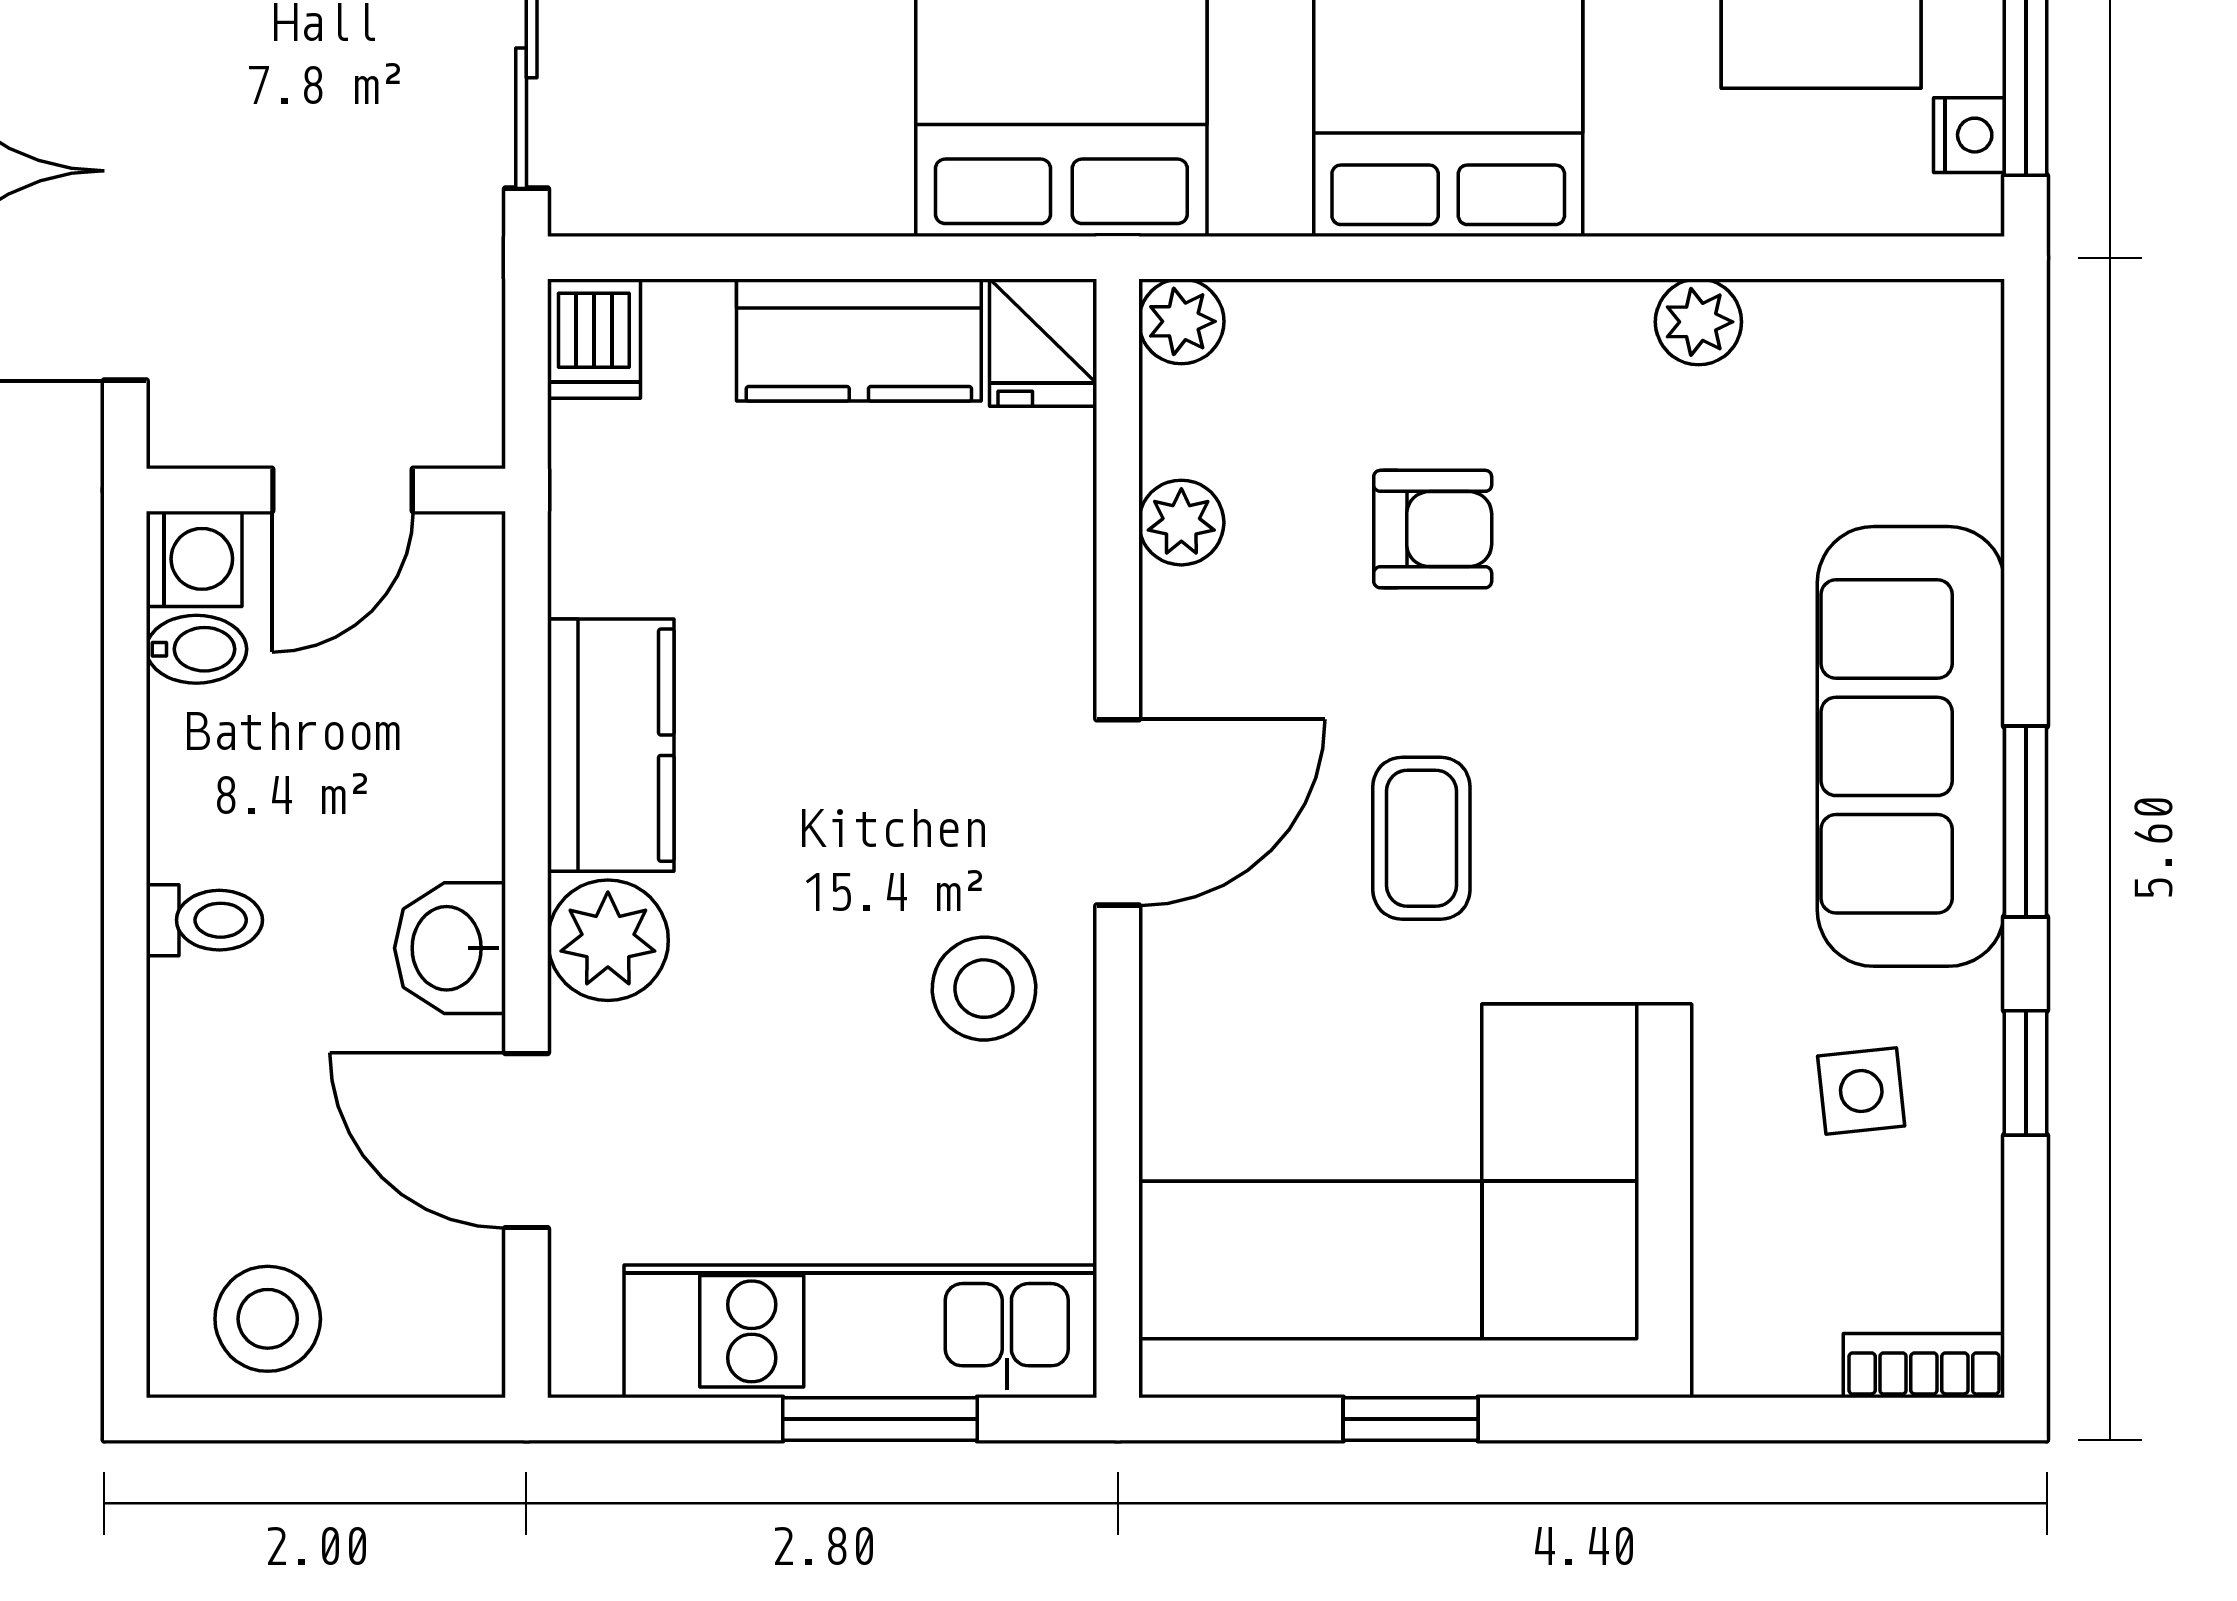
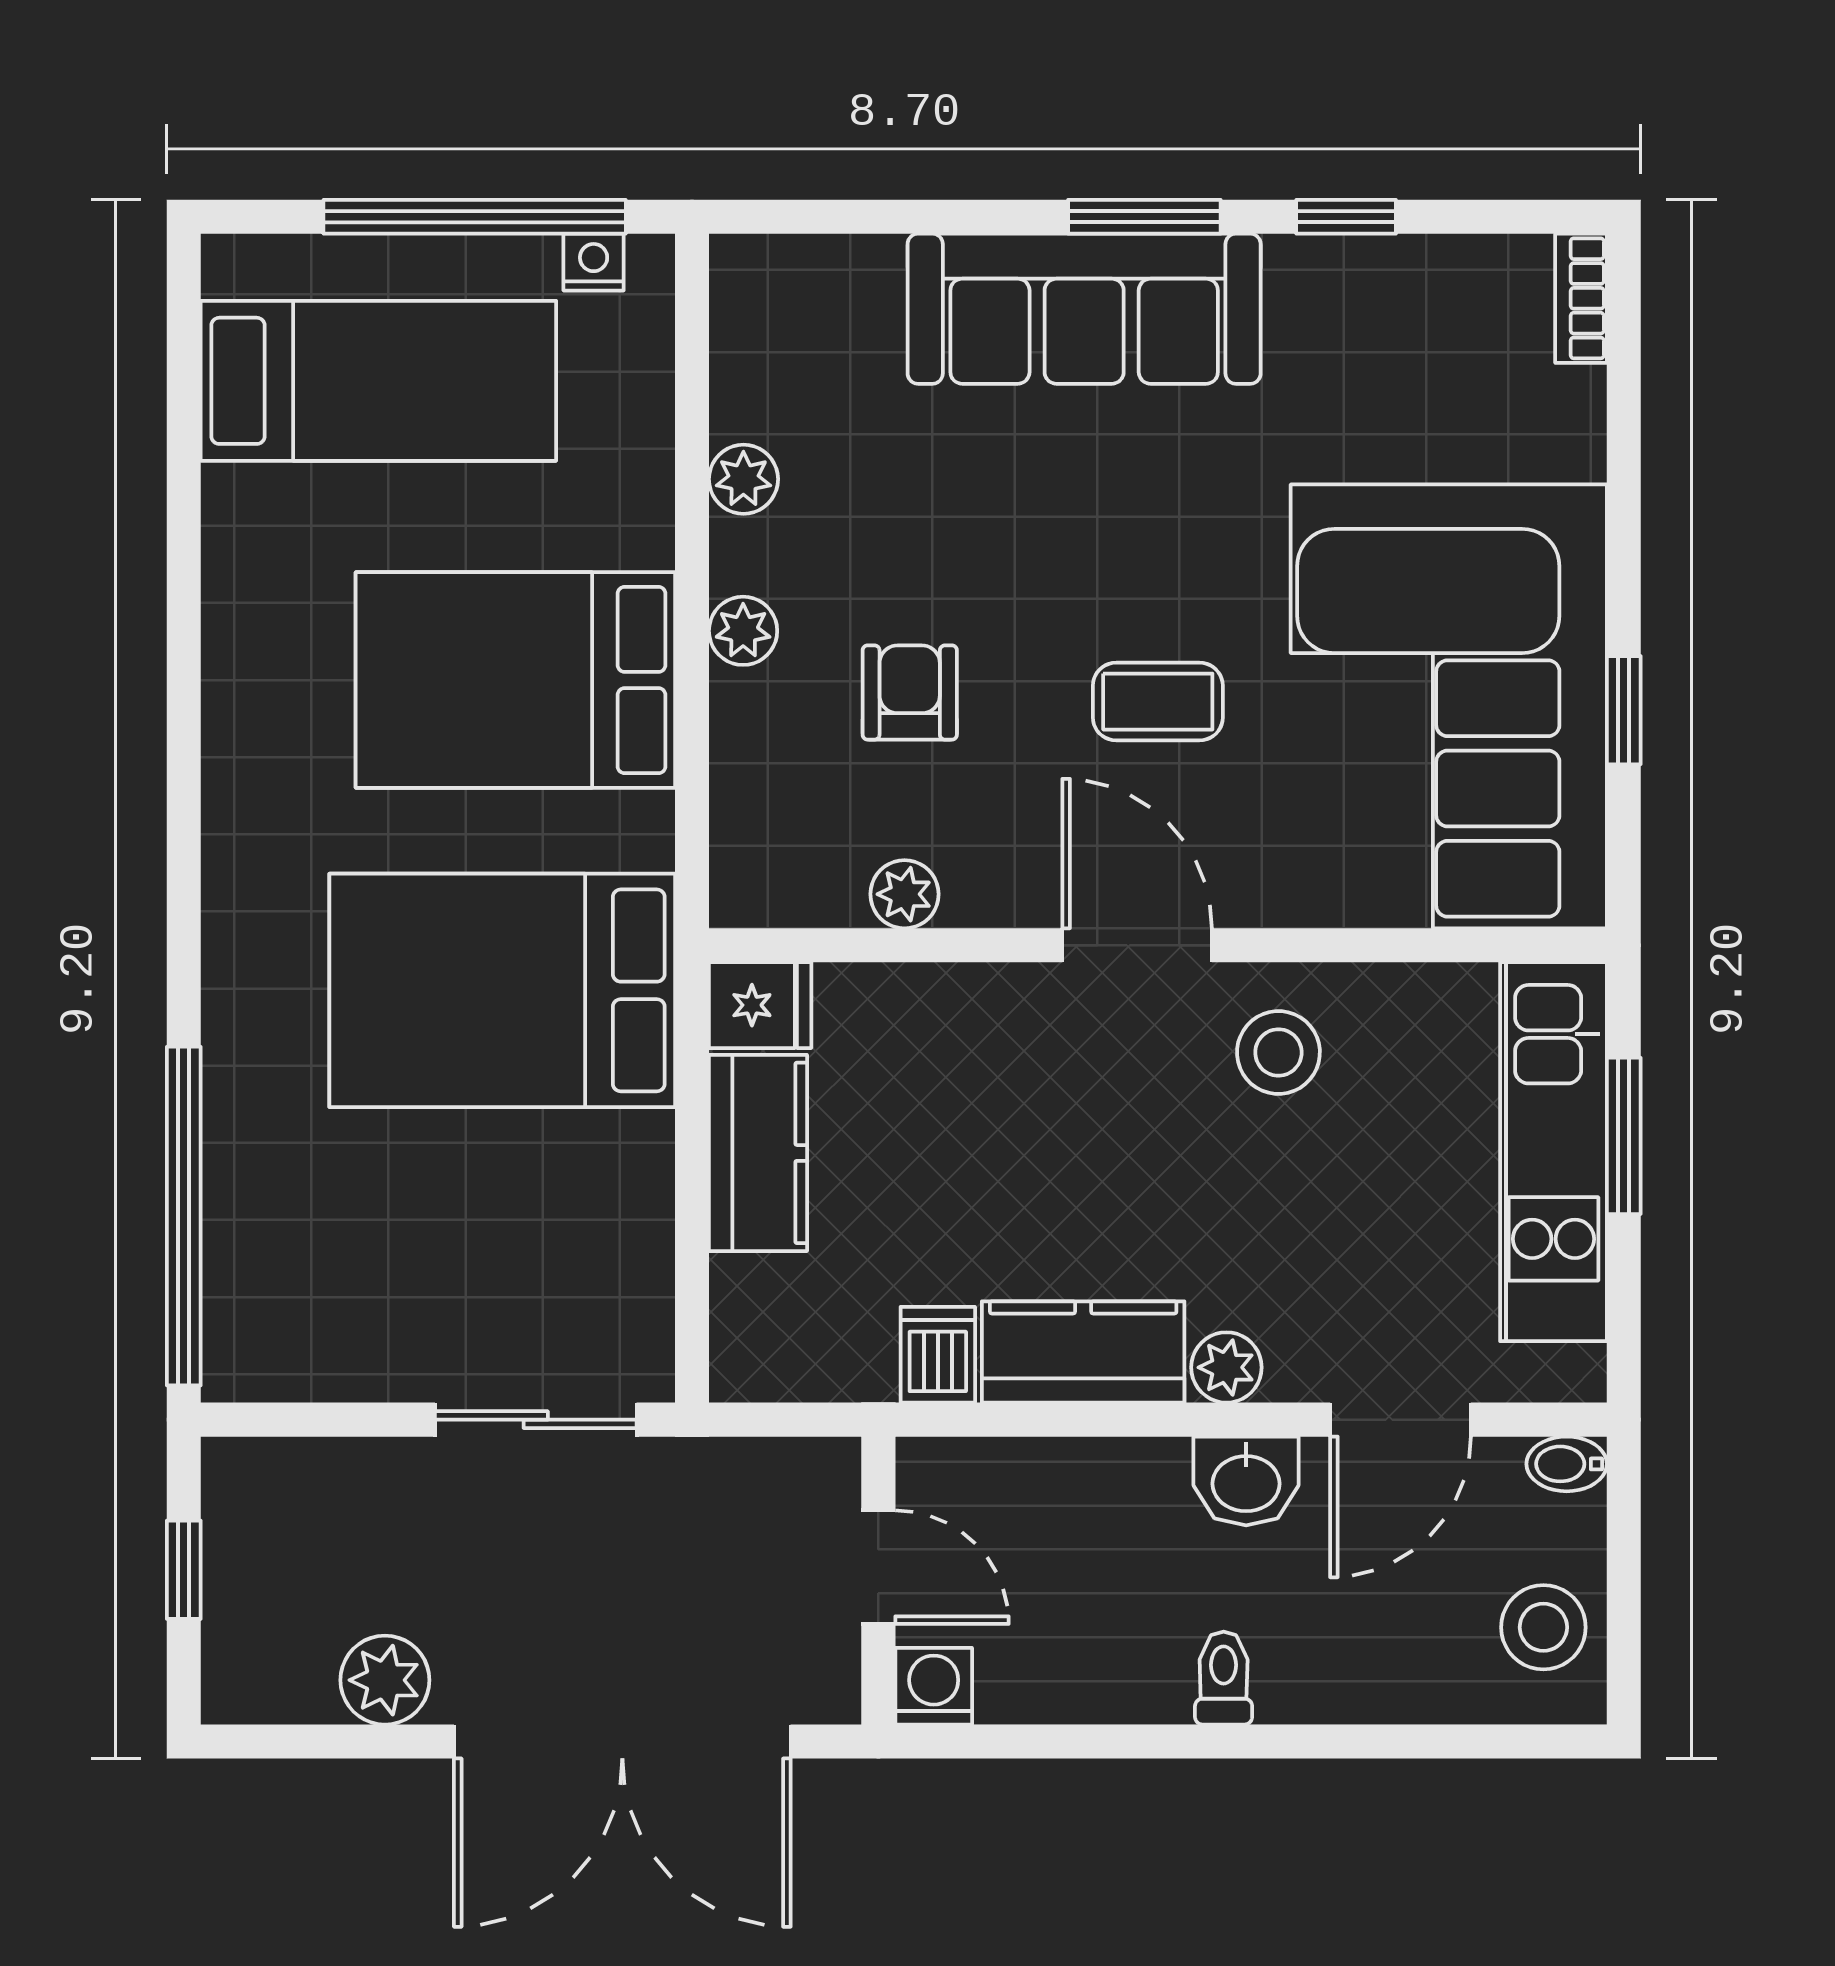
plant: (1181, 321) -> (743, 631), moved
dishwasher: (594, 339) -> (938, 1355), moved, turned -90
bidet: (196, 649) -> (1567, 1464), moved, turned -90
plant: (608, 940) -> (1226, 1367), width x0.73, depth x0.73
side table: (1861, 1091) -> (1361, 349), removed

